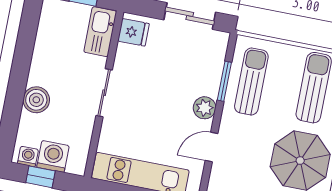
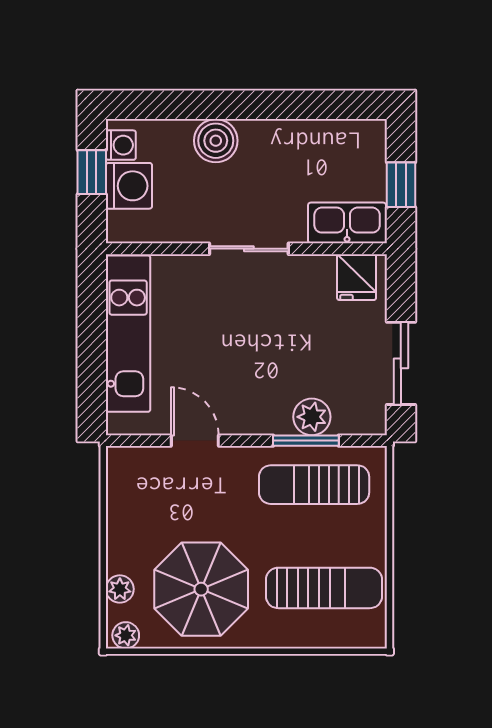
sun lounger: (251, 82) -> (314, 485), turned 180
plant: (205, 108) -> (312, 417), moved

